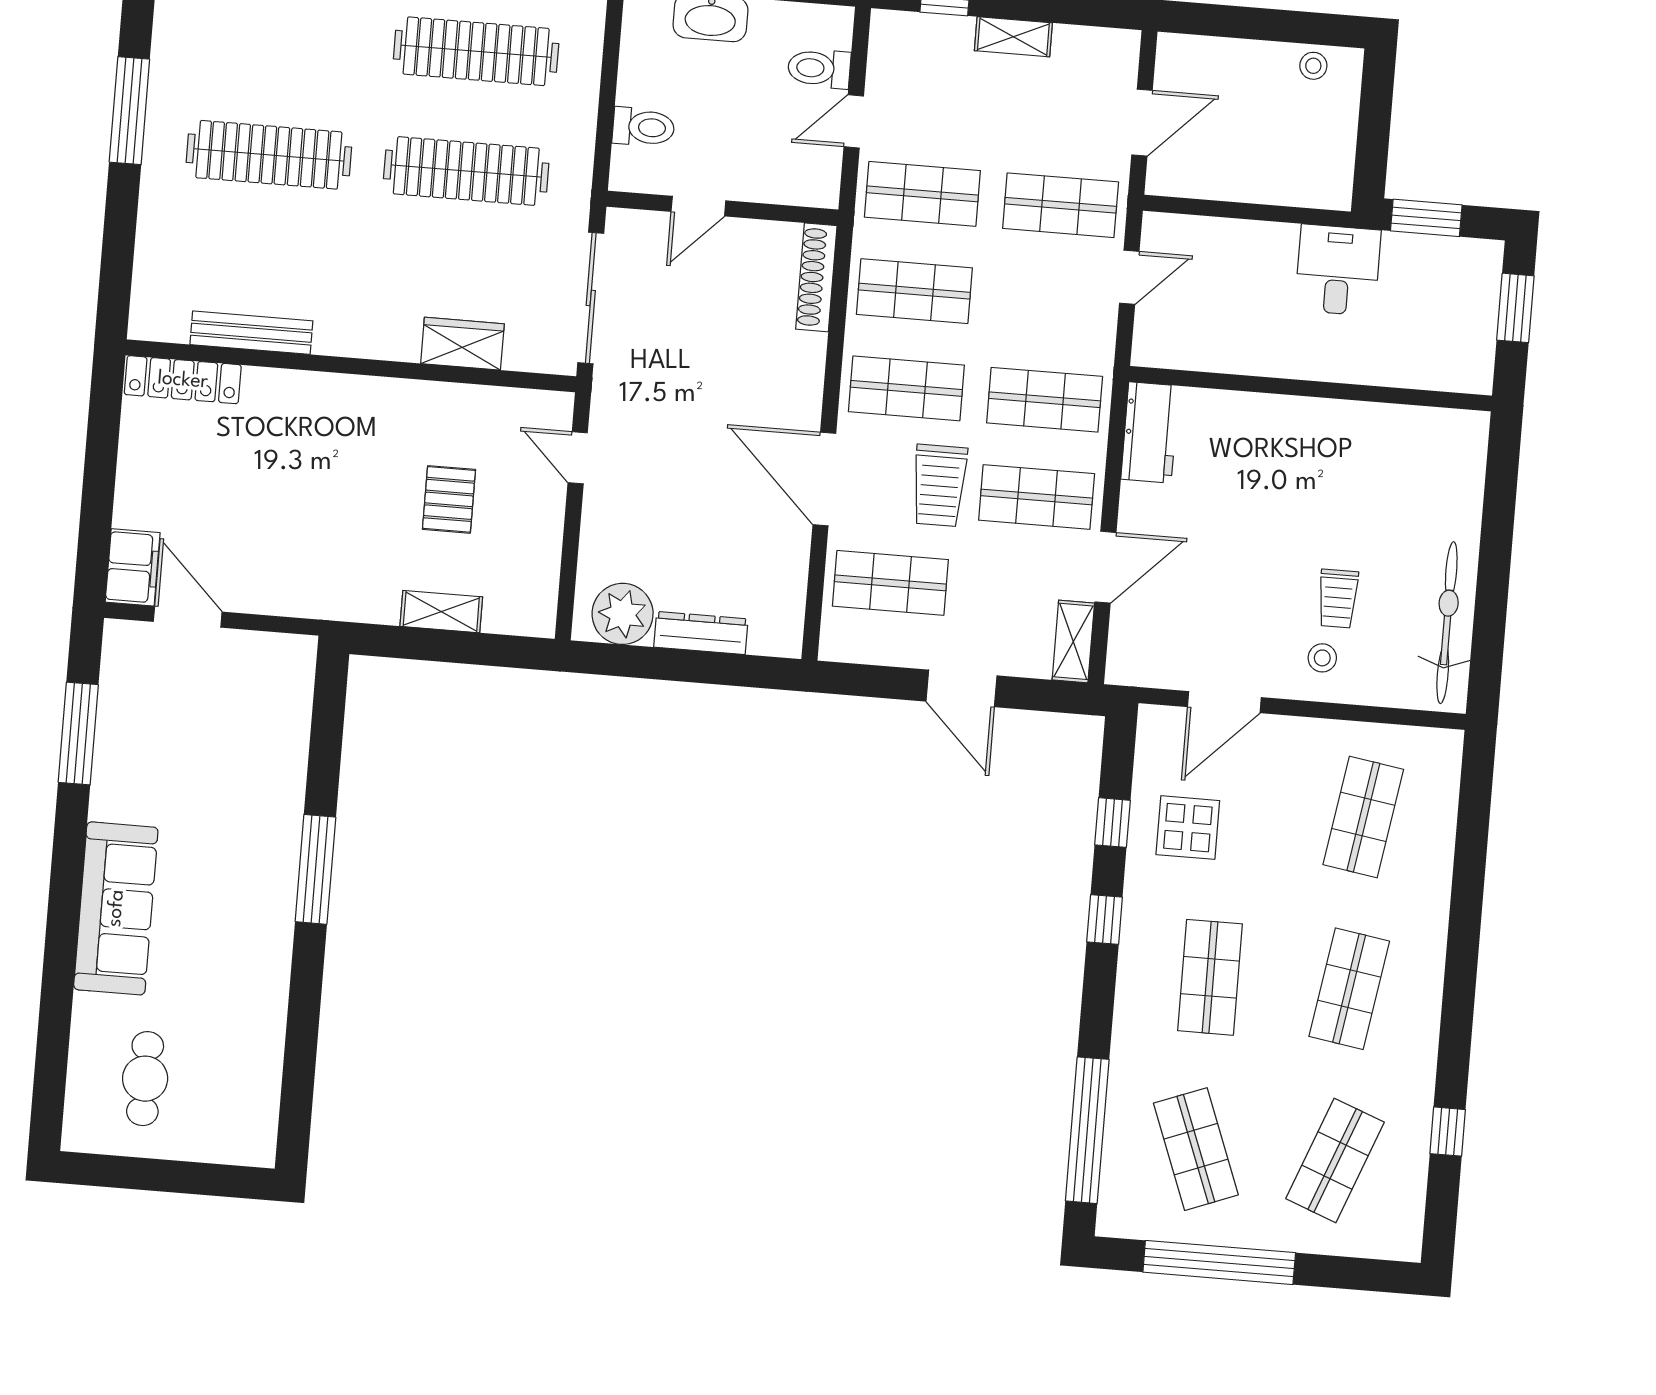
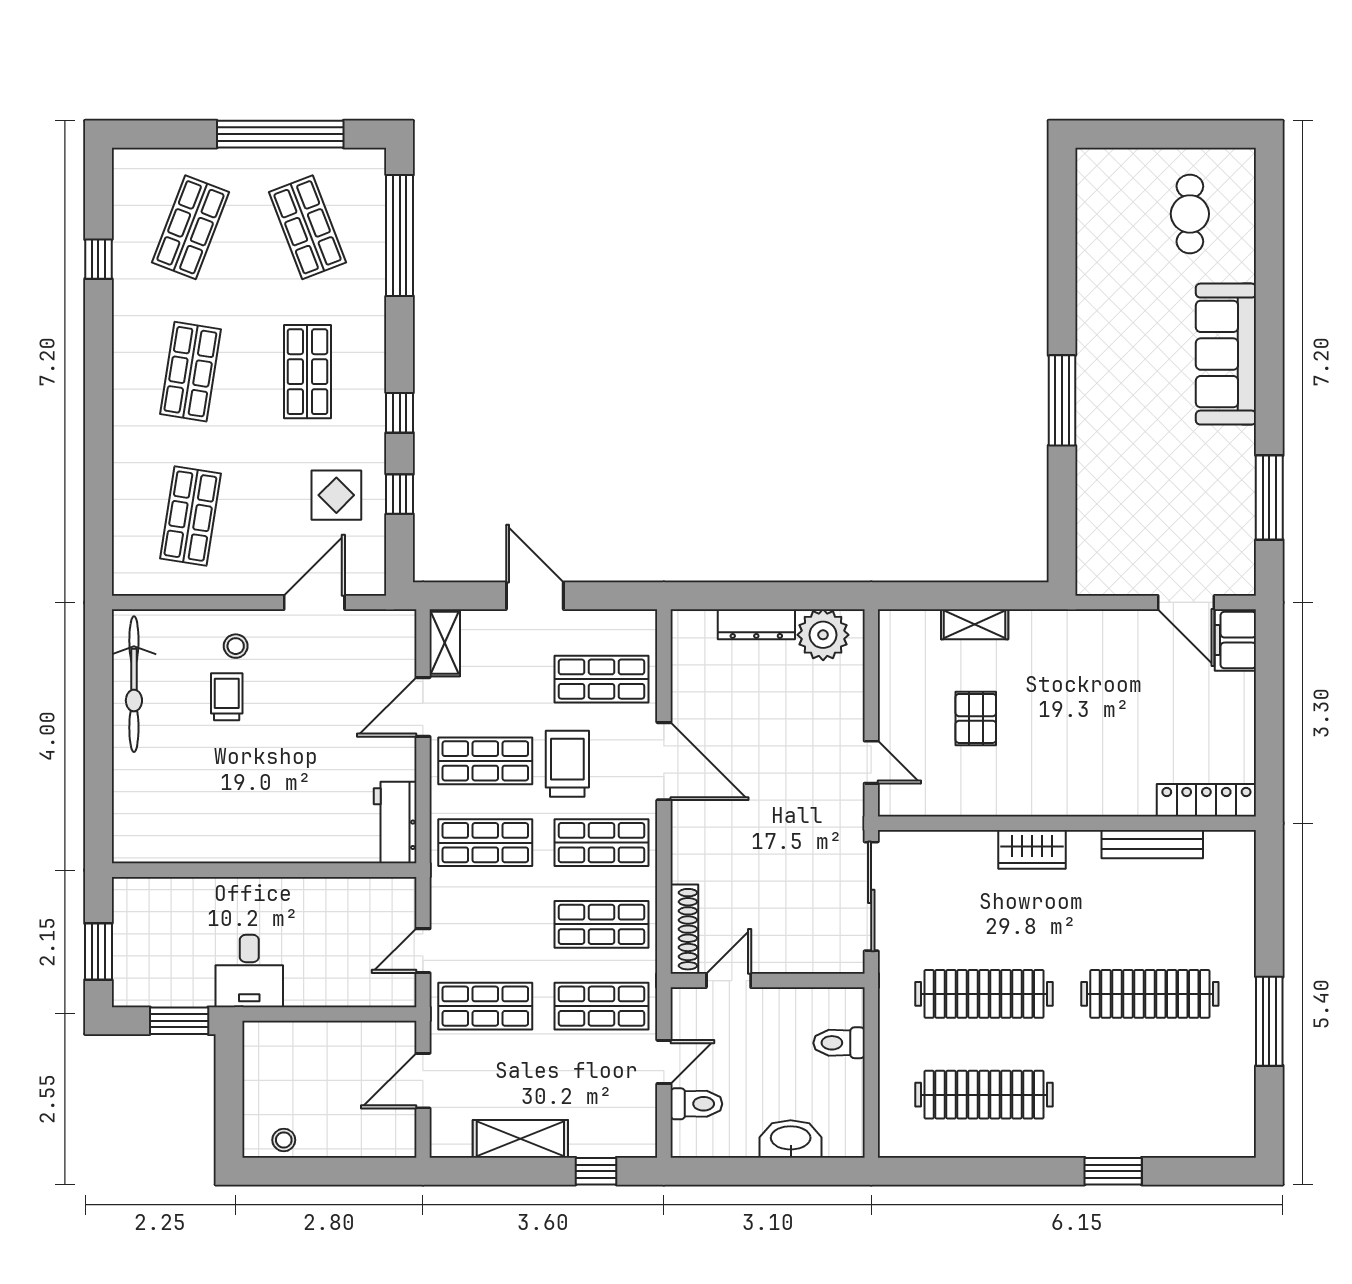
shelving: (1013, 37) -> (520, 1139), width x1.50, depth x1.33
door: (698, 206) -> (729, 981), moved
wardrobe: (462, 344) -> (1032, 849), moved

